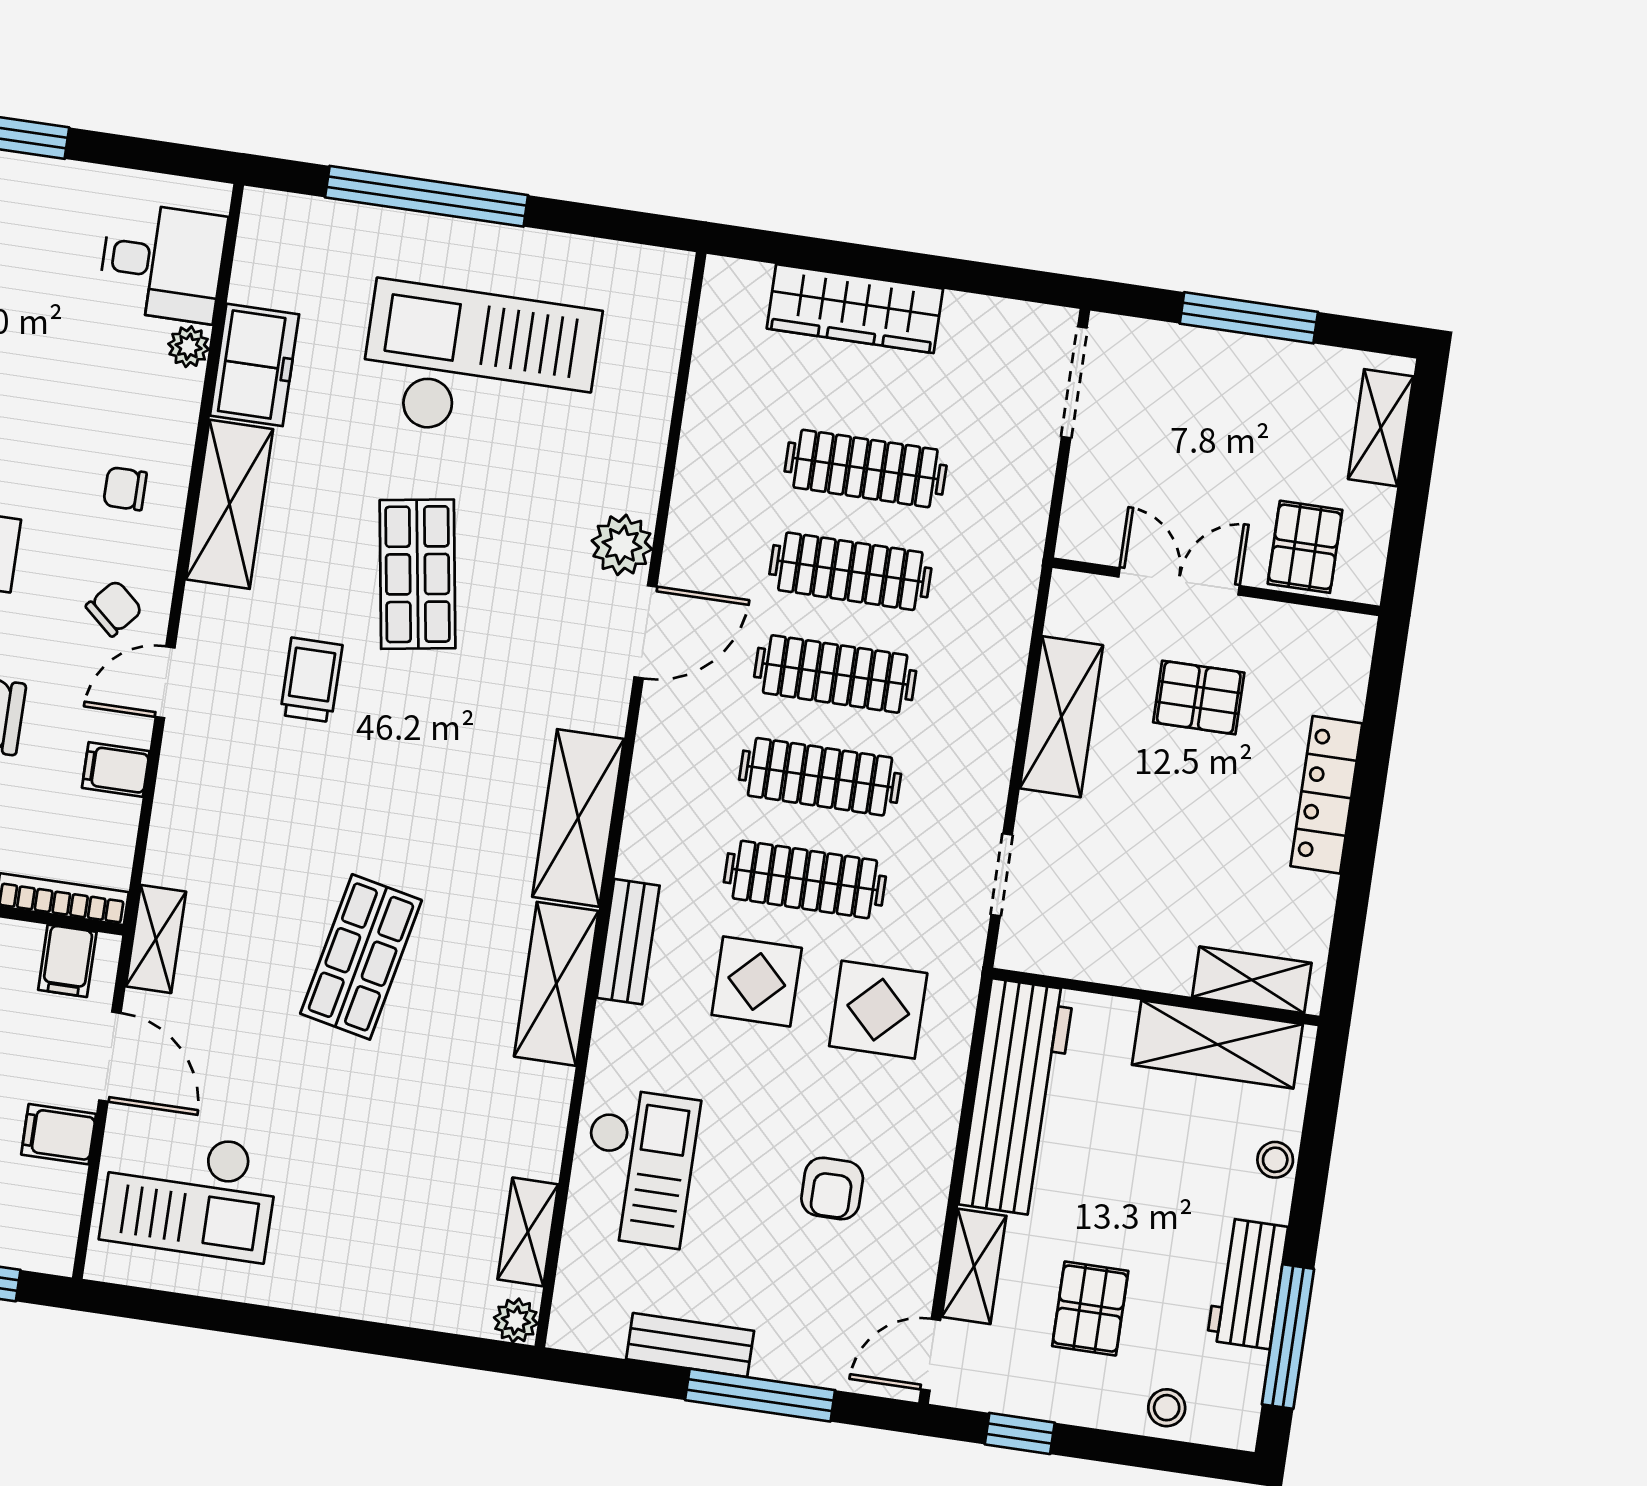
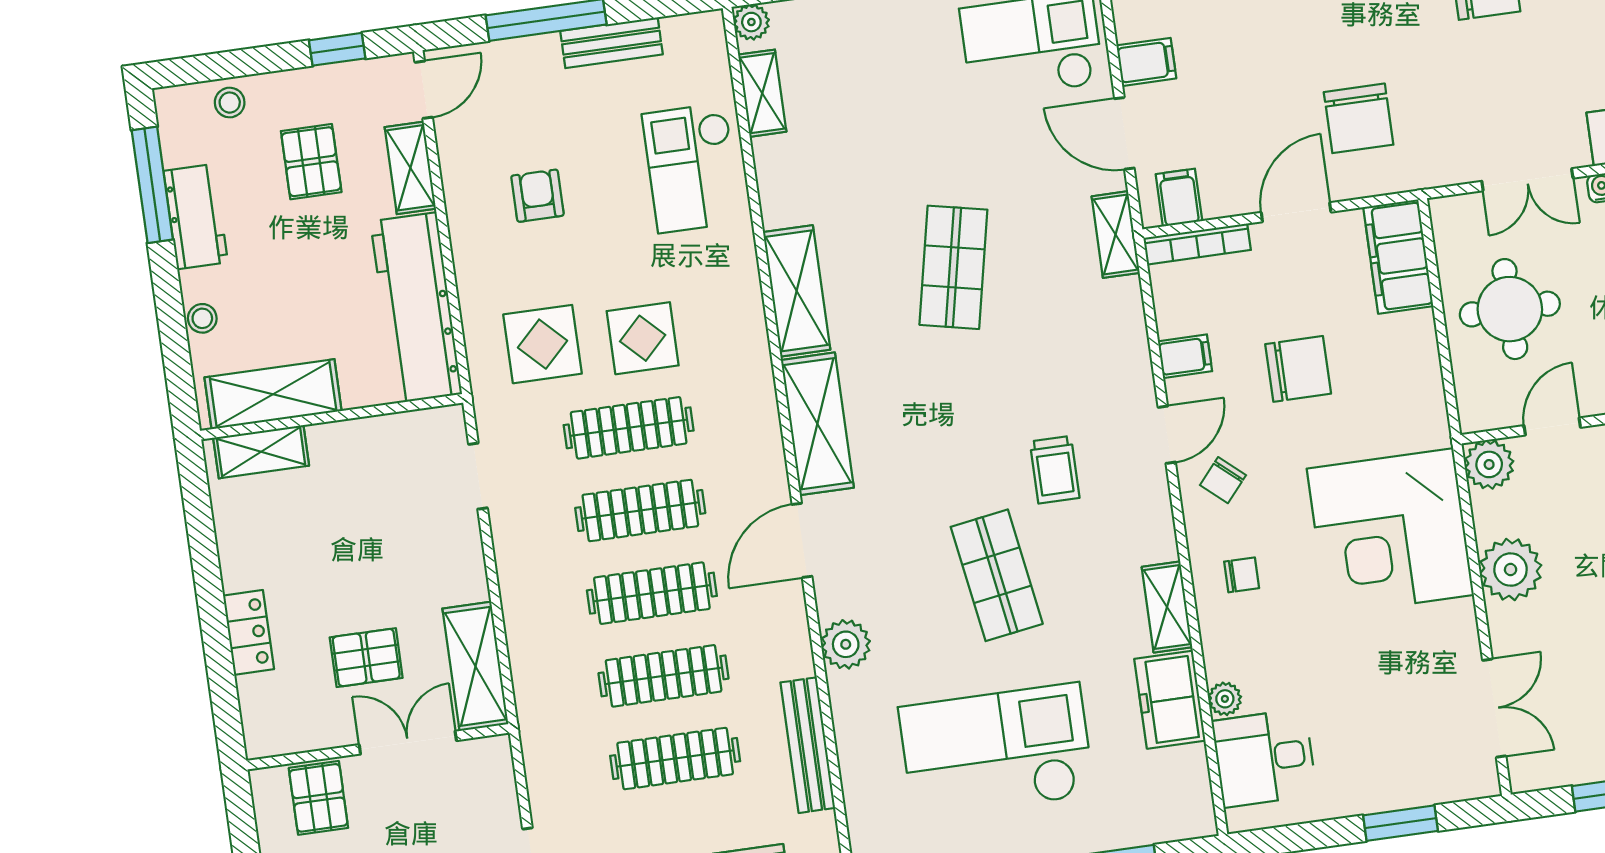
checkout: (480, 365) -> (996, 751), turned 180
shelving: (229, 504) -> (1167, 607), width x0.67, depth x0.75
double door: (1179, 581) -> (408, 743), swing flipped
door: (645, 632) -> (802, 540), moved
shelving: (1061, 717) -> (475, 666), moved
locker: (1326, 795) -> (249, 632), width x0.66
bench: (628, 942) -> (808, 745), moved, width x1.36

